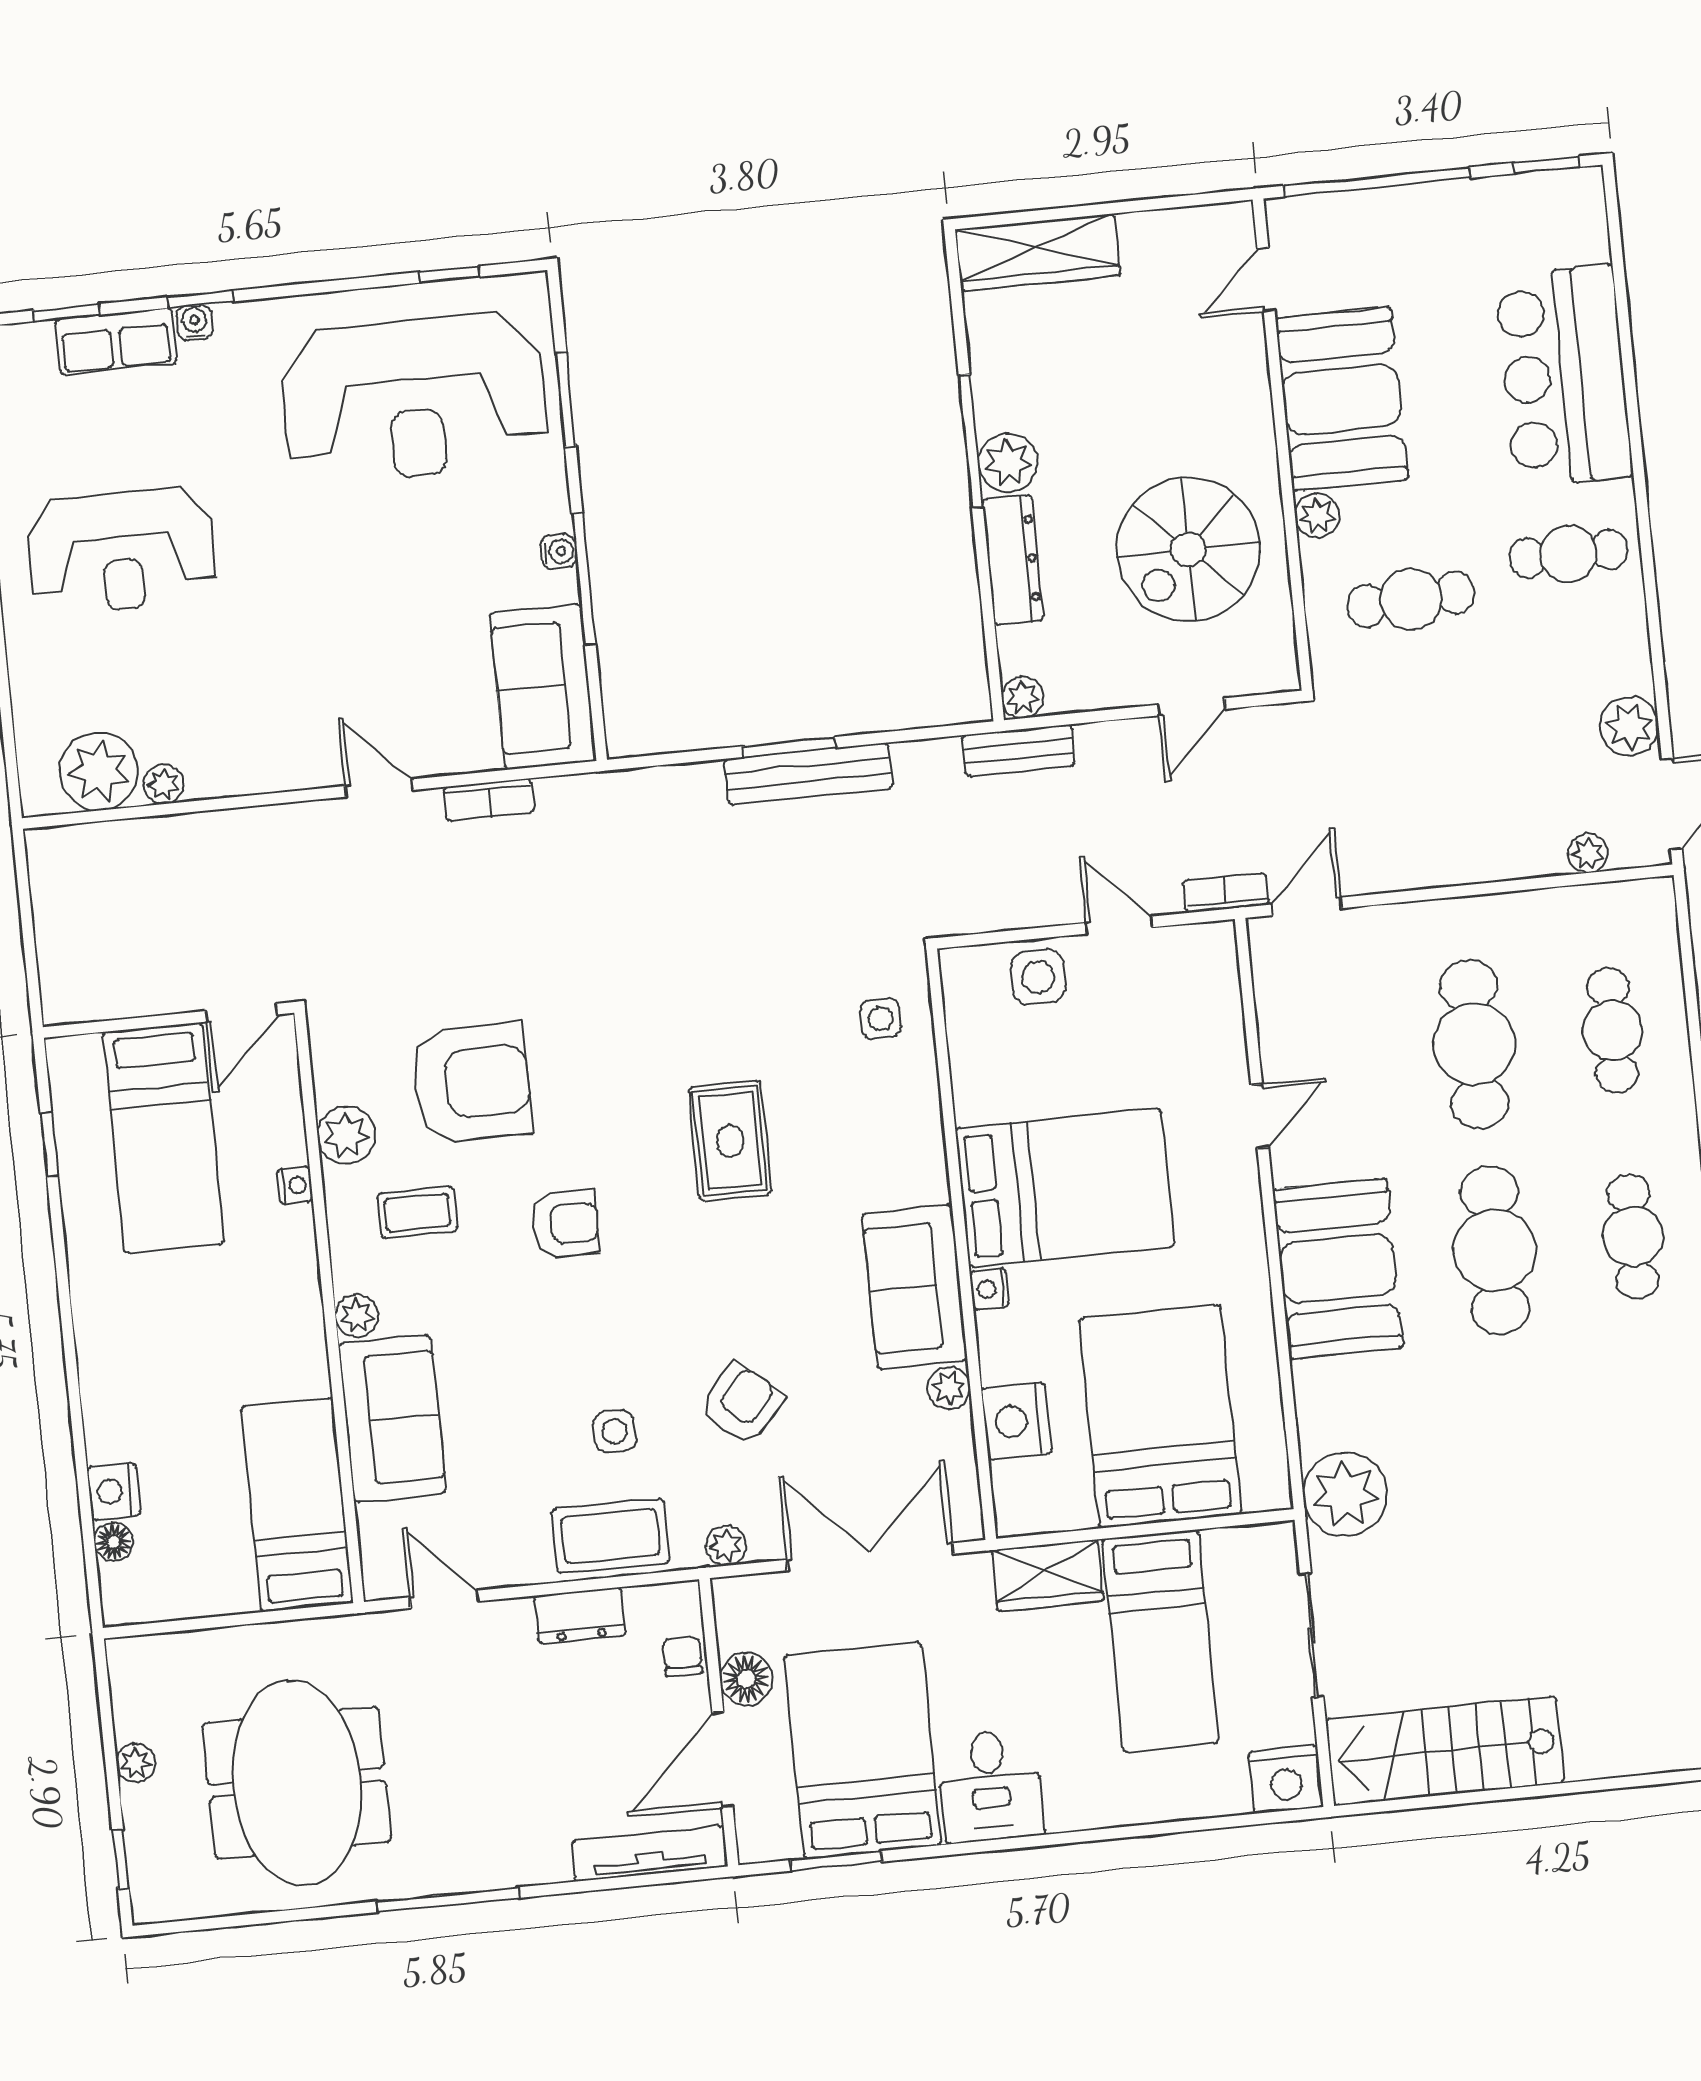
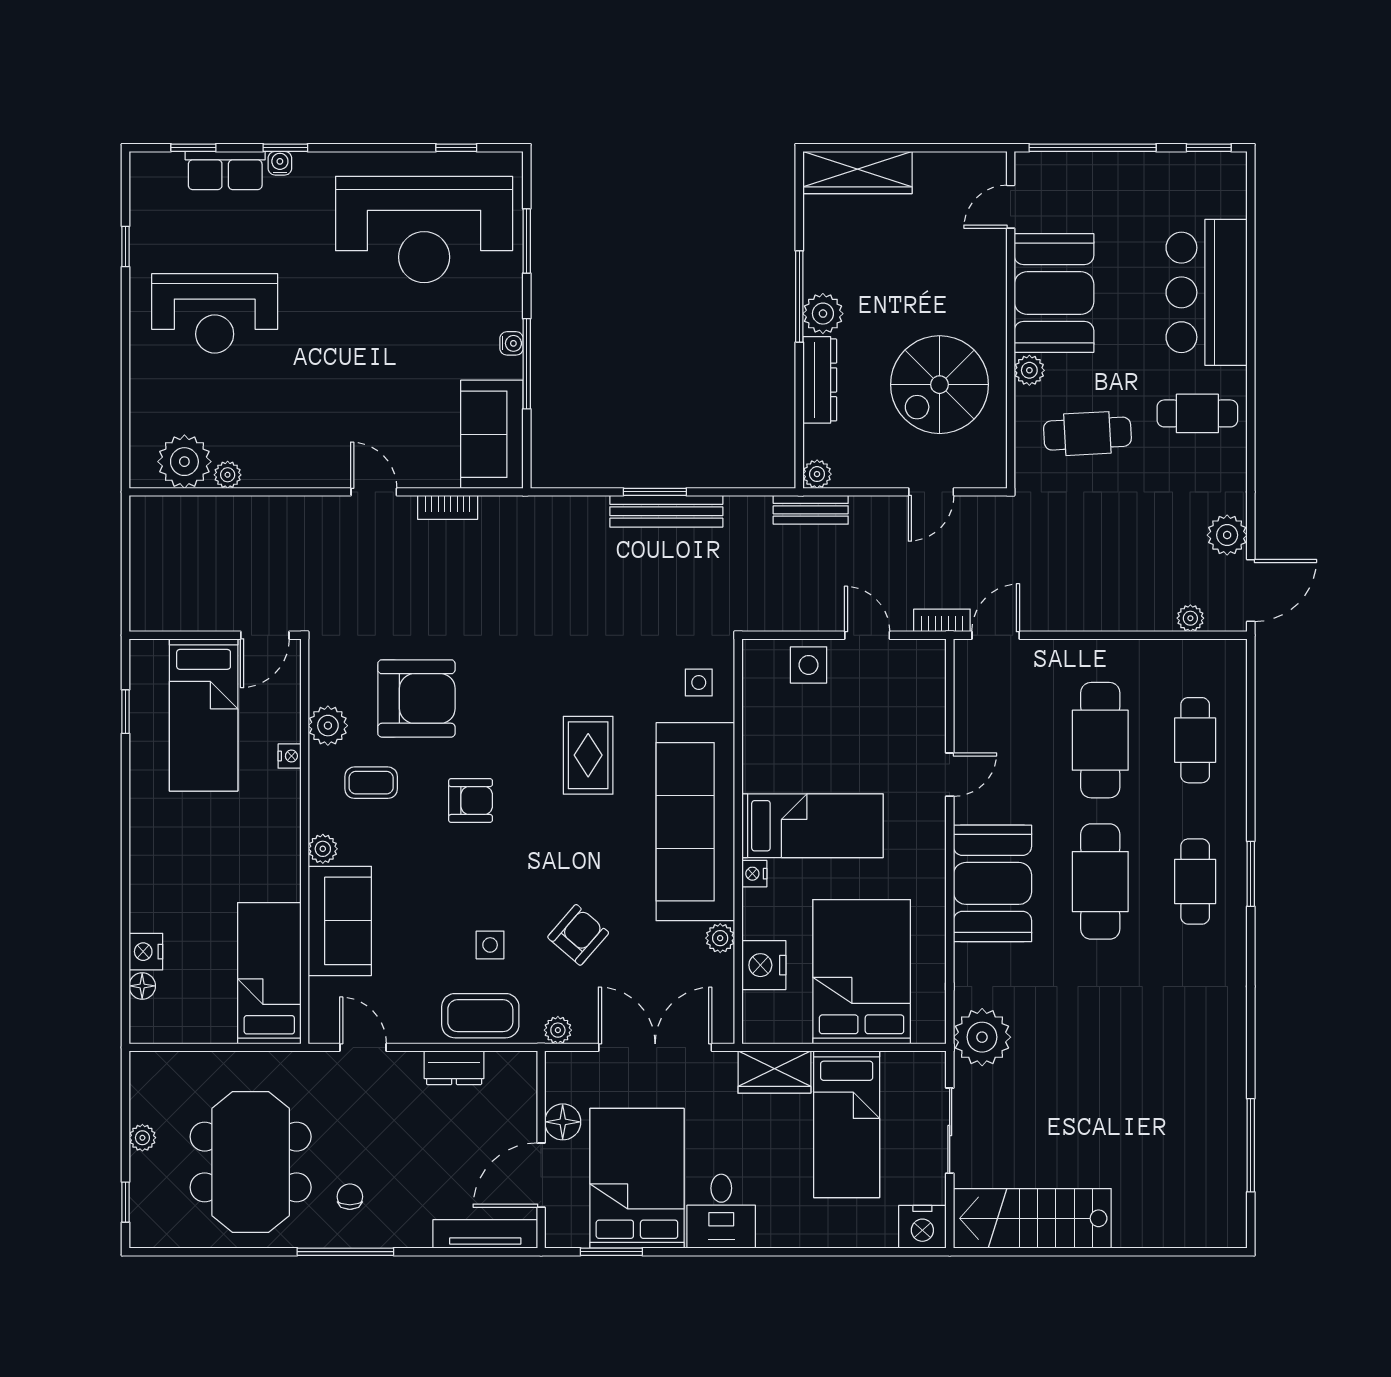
bed: (1065, 1188) -> (813, 826), width x0.67
sofa: (915, 1287) -> (695, 822), width x1.85, depth x1.27
chair: (682, 1656) -> (350, 1197), moved

